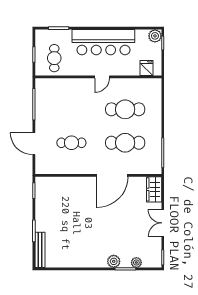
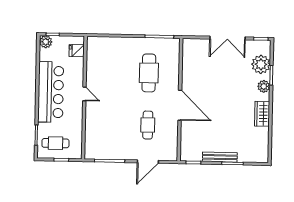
cafe table: (54, 58) -> (55, 143), moved
cafe table: (125, 109) -> (116, 72), removed
door: (112, 175) -> (180, 105), moved
wardrobe: (154, 189) -> (262, 114), moved, turned 90
double door: (163, 223) -> (227, 38), width x1.37
bench: (40, 250) -> (220, 157), moved
plant: (136, 263) -> (261, 64), width x1.88, depth x1.88

